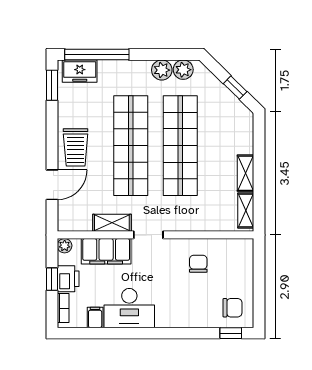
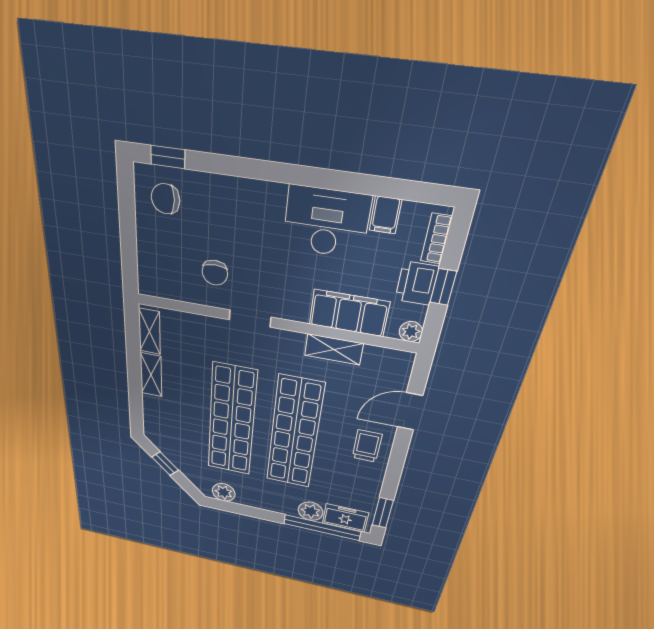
plant: (162, 70) -> (311, 511), moved
trolley: (76, 147) -> (367, 446), width x0.73, depth x0.72
doorway: (148, 235) -> (250, 318), moved

